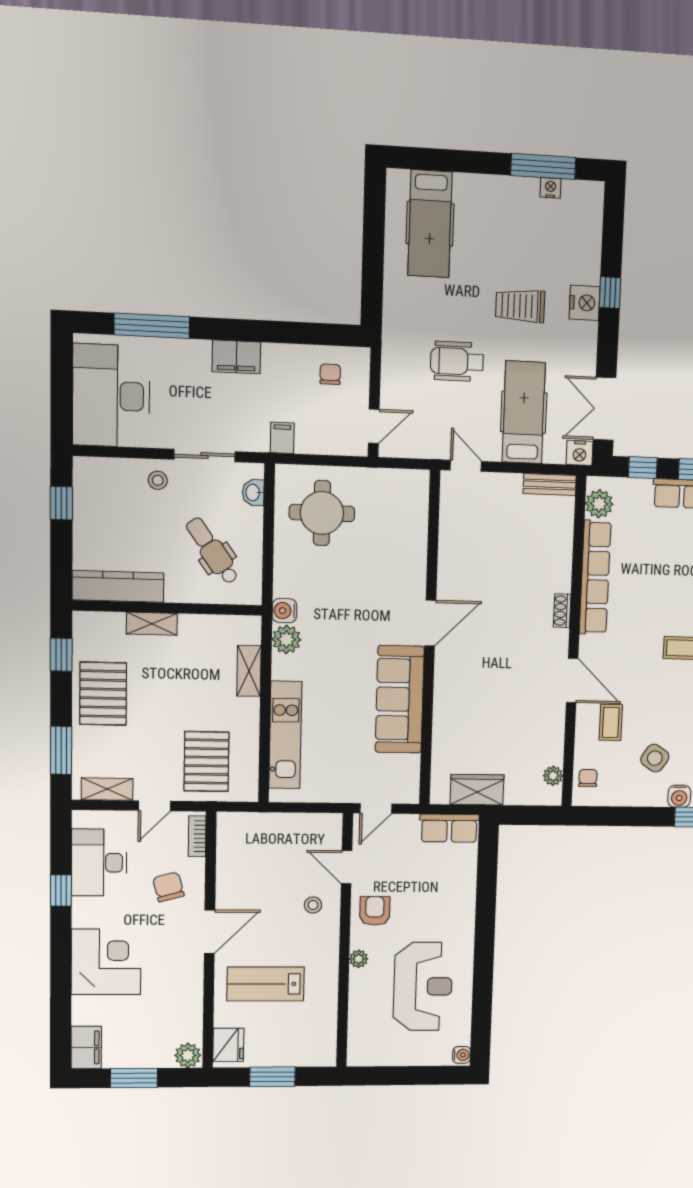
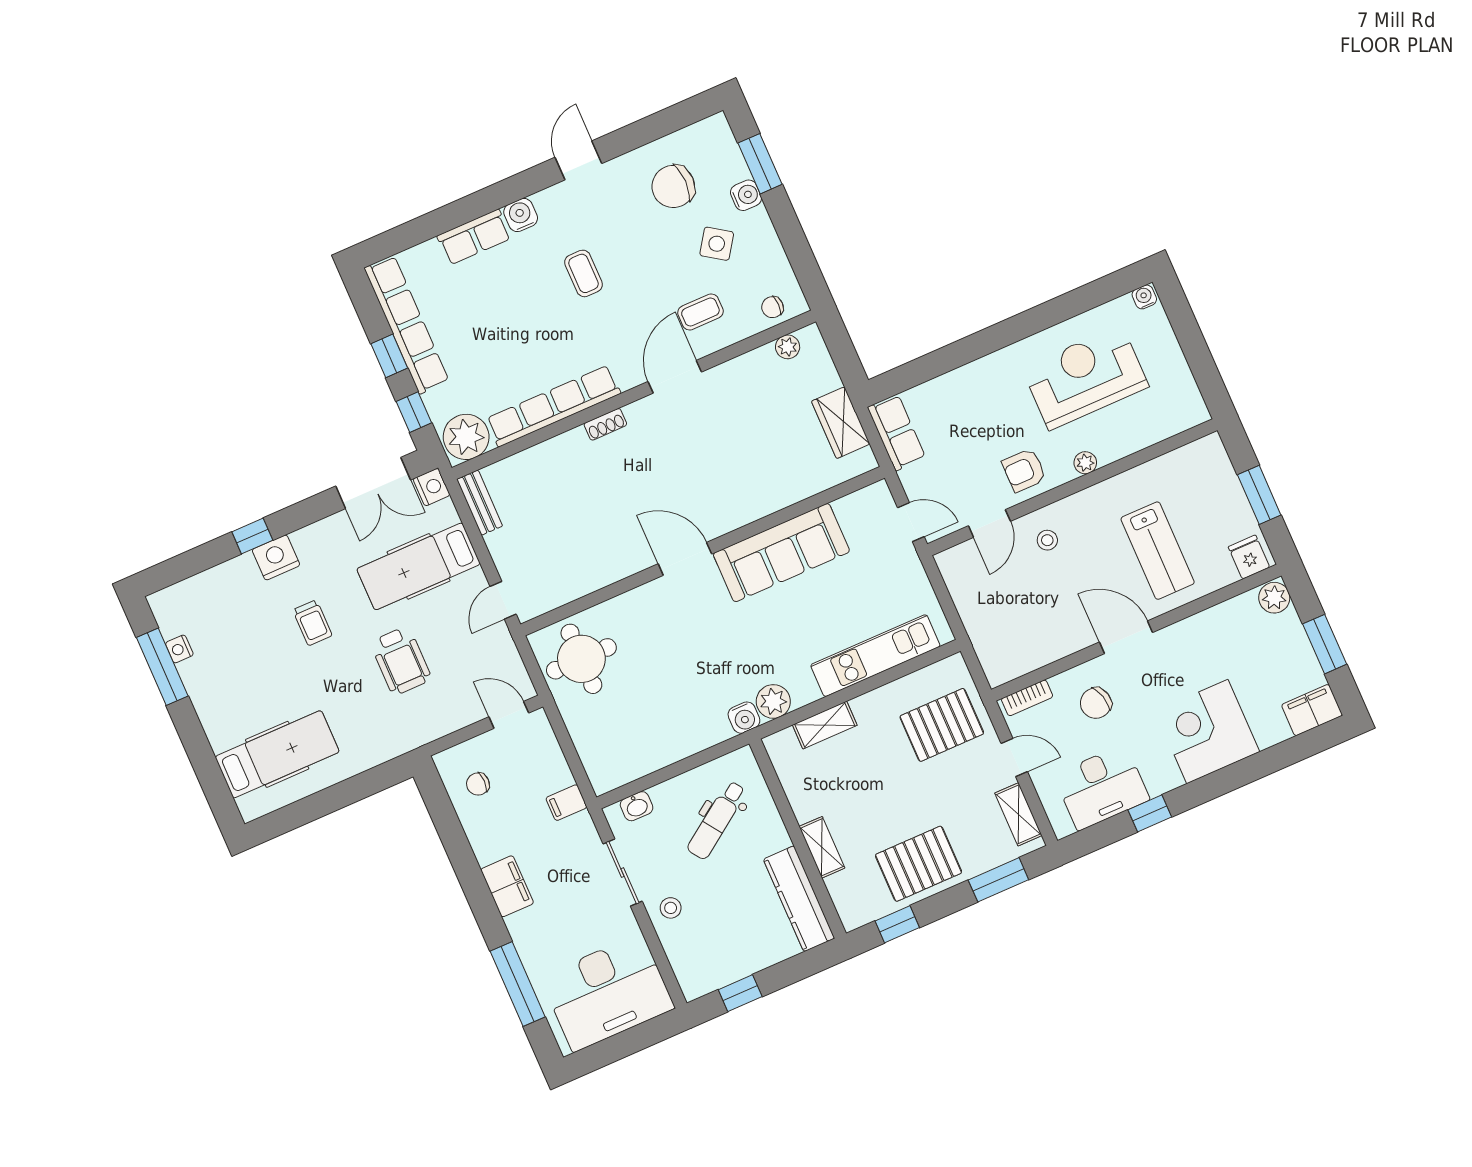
trolley: (520, 306) -> (312, 623), width x0.73, depth x0.72
plant: (599, 504) -> (466, 437), width x1.36, depth x1.36
round table: (322, 513) -> (581, 659), moved
fridge: (228, 1045) -> (1249, 557), width x0.72

